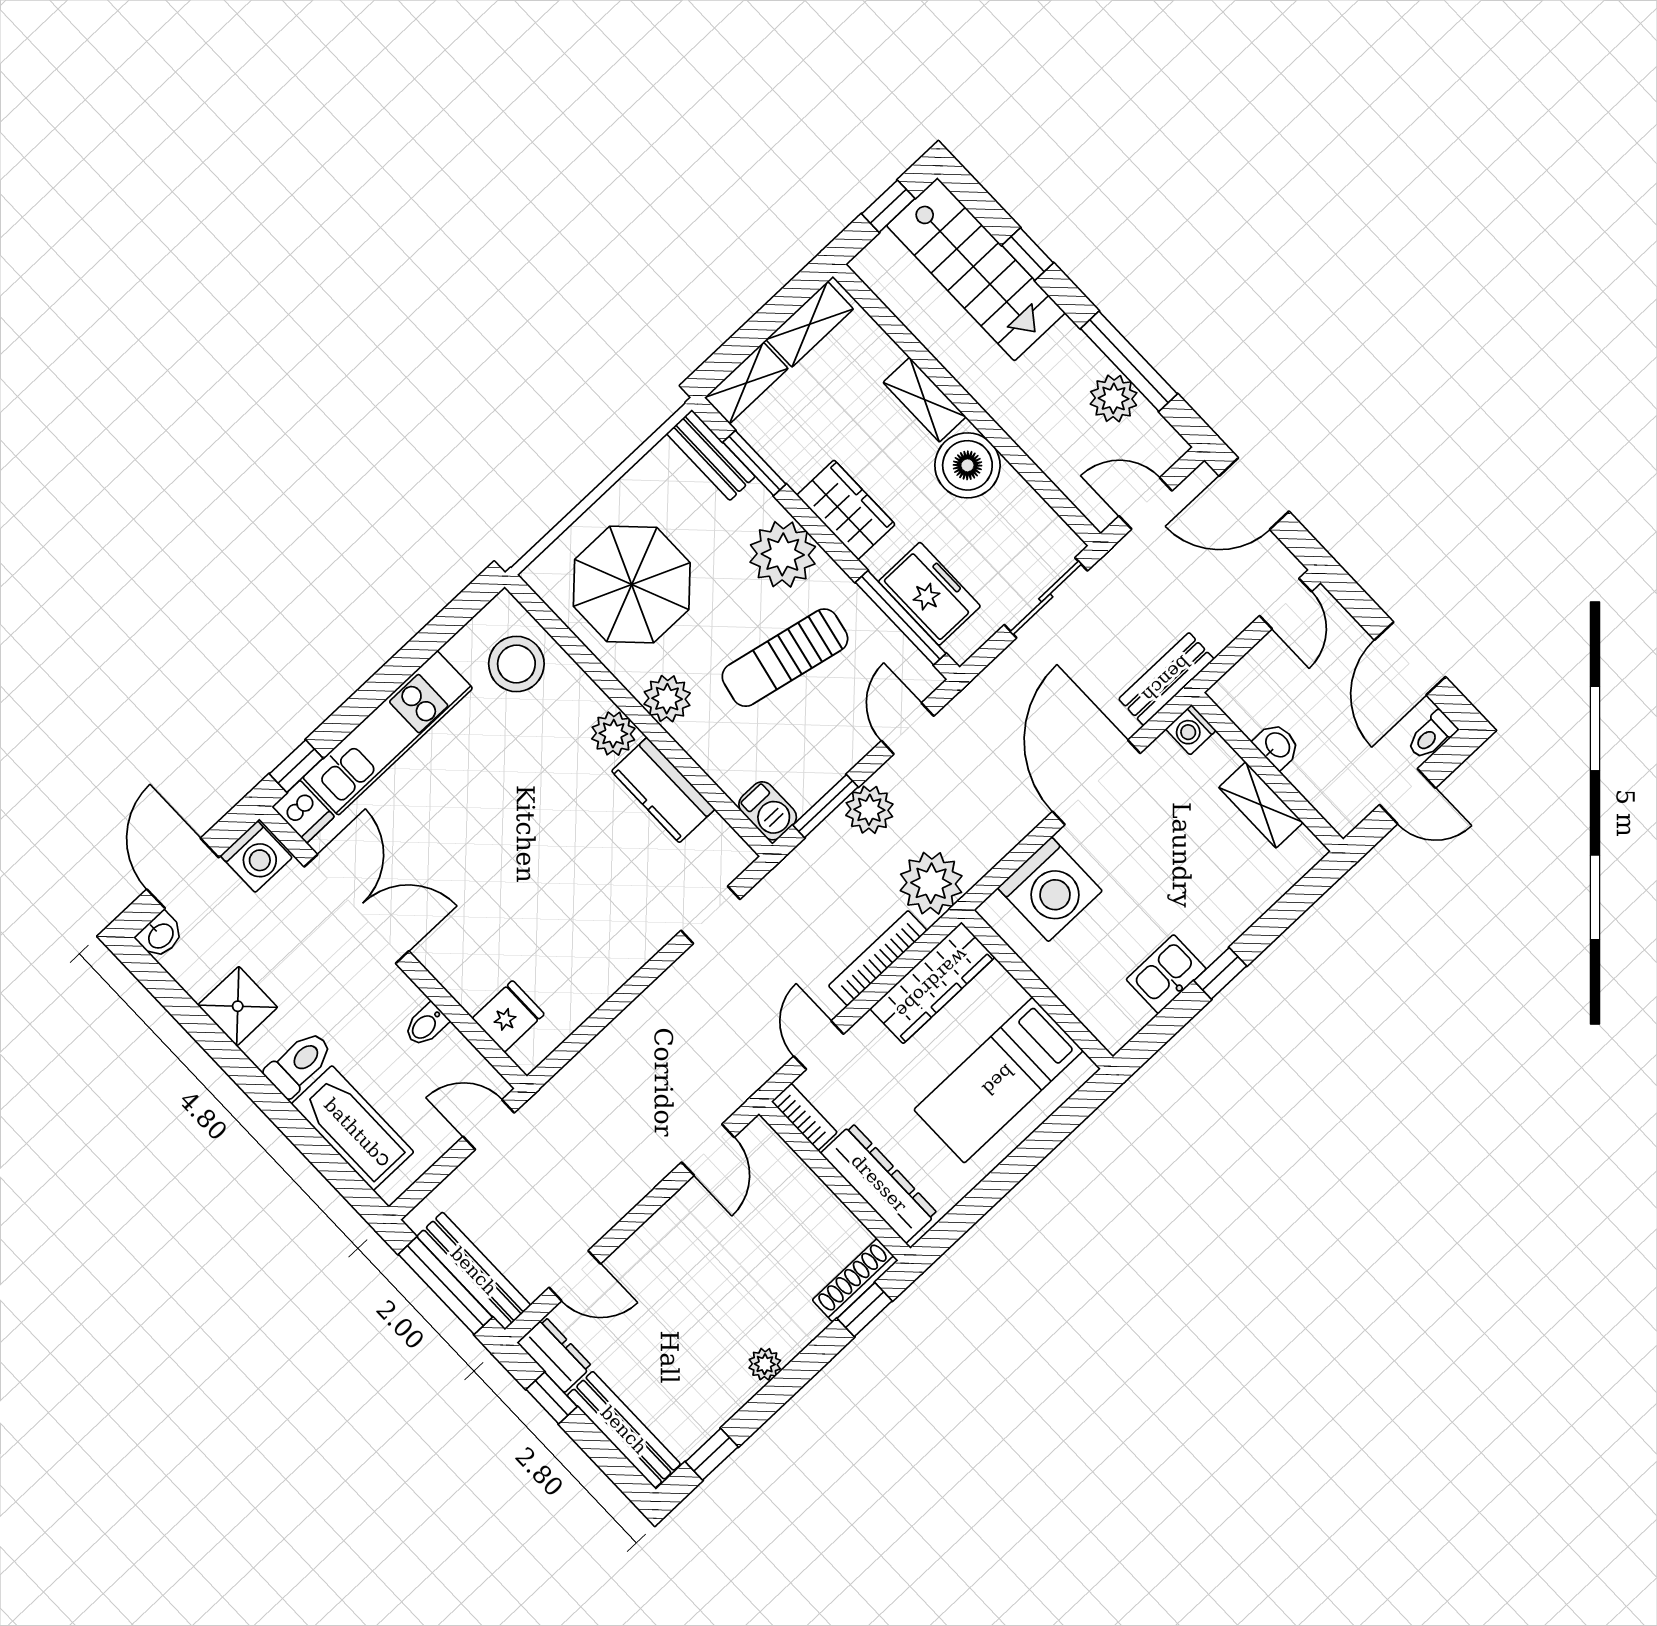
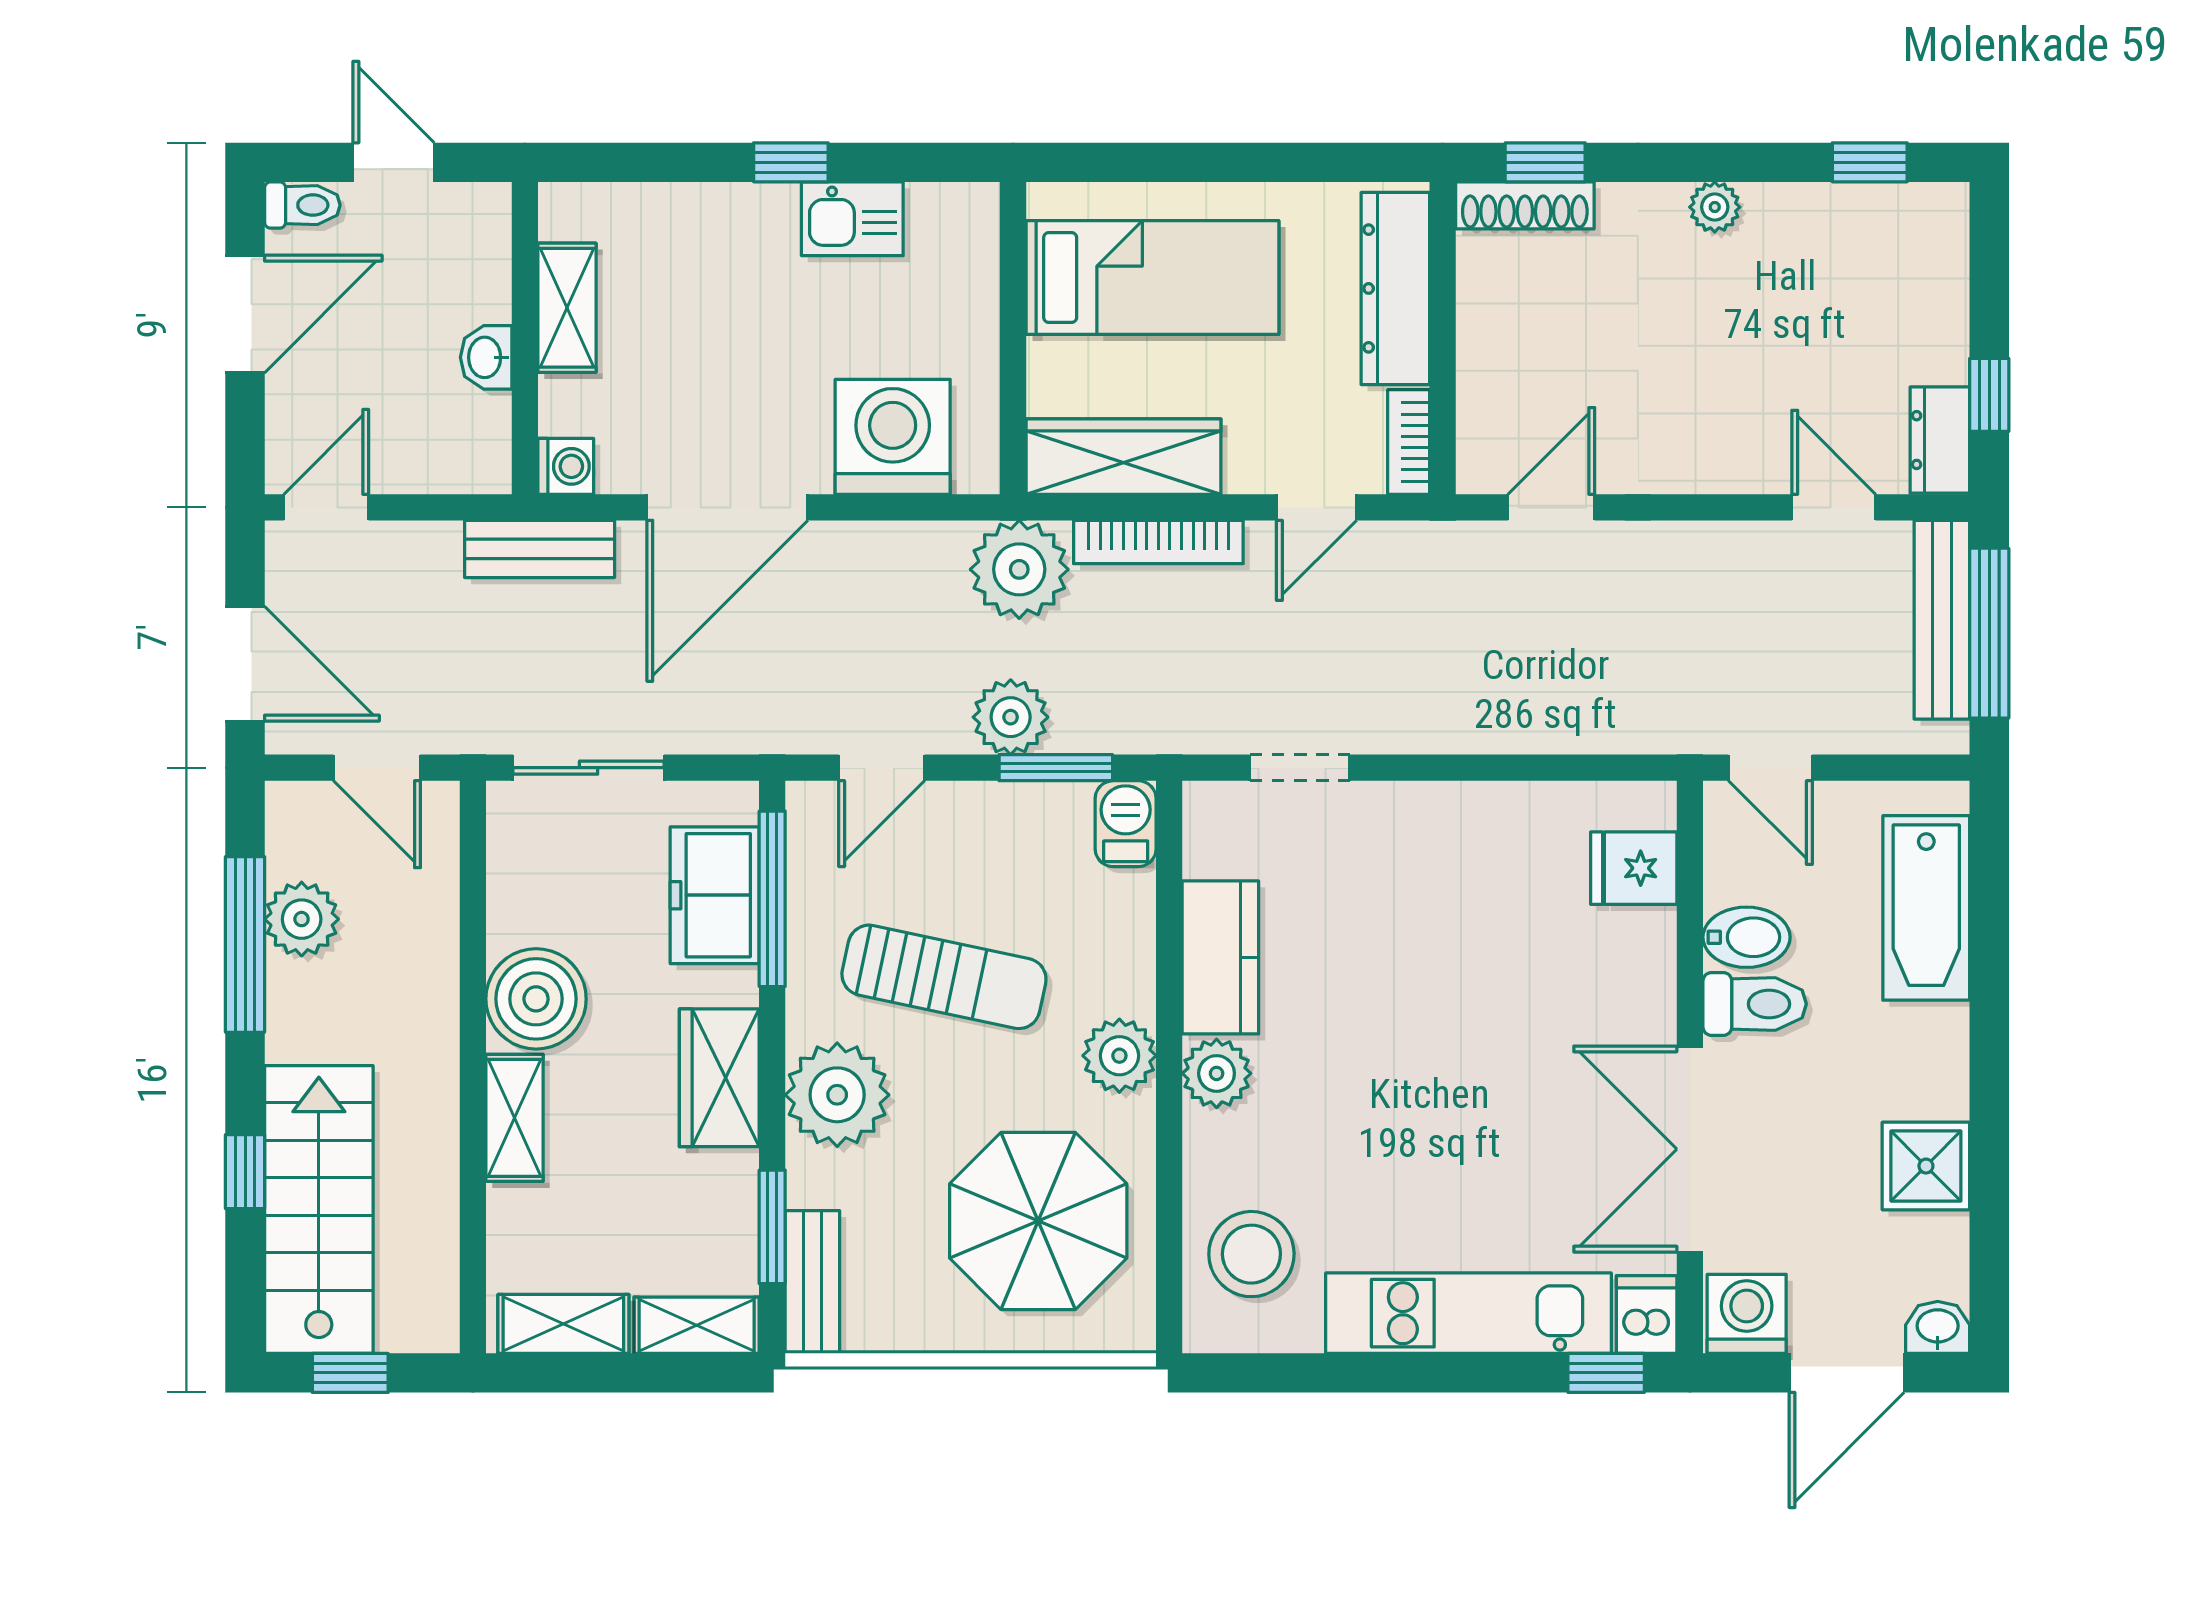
bidet: (426, 1025) -> (1747, 937), width x1.38, depth x1.36
toilet: (299, 1064) -> (1755, 1004), moved, turned 180
bench: (624, 1430) -> (1942, 283), removed

